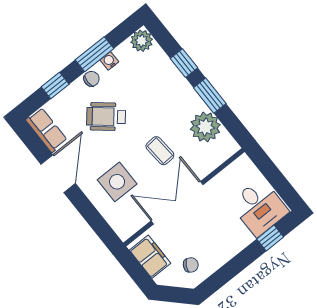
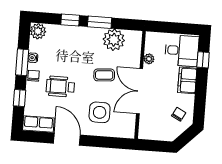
wheelchair: (106, 117) -> (60, 86), turned 50
plant: (219, 181) -> (149, 59), added
filing cabinet: (150, 257) -> (187, 80), moved, turned -90

